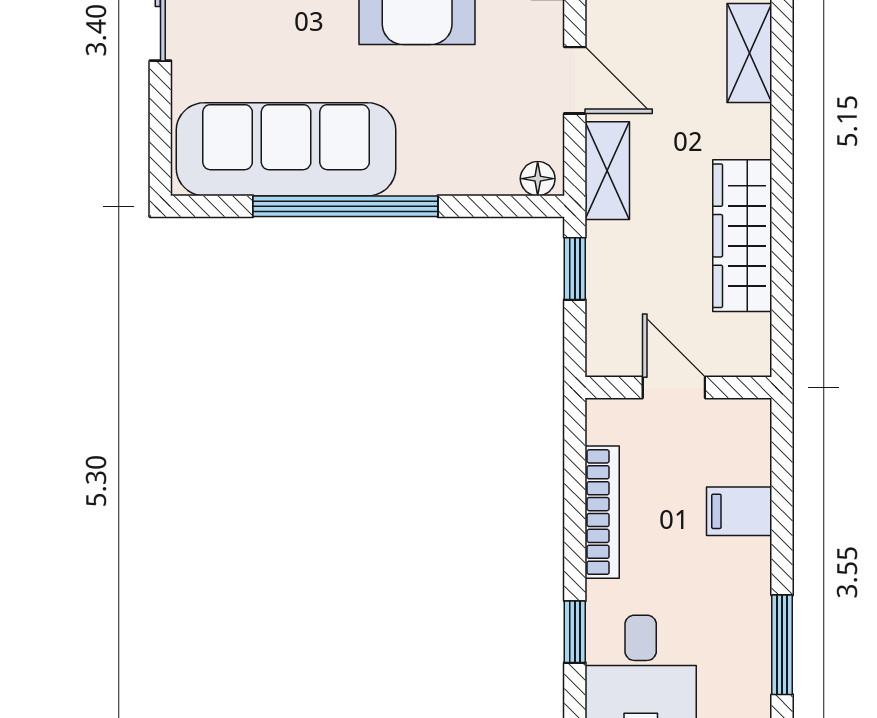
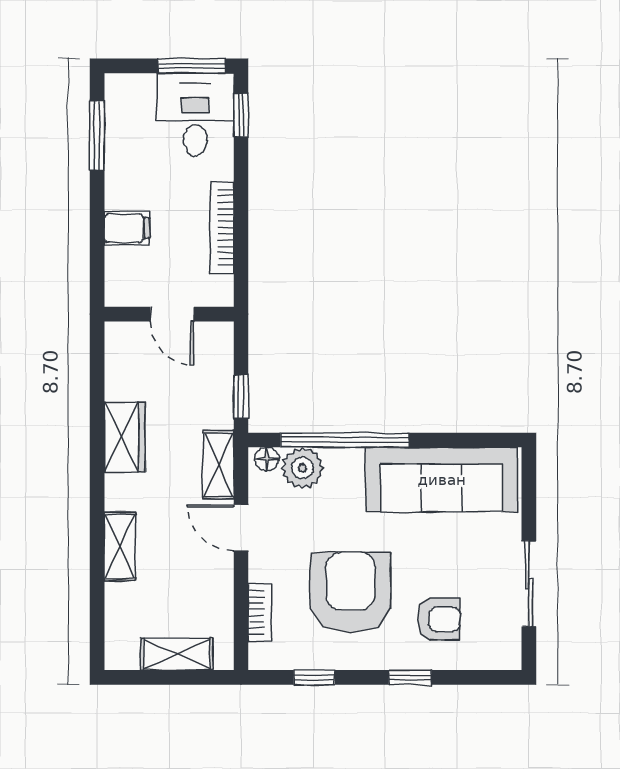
plant: (486, 166) -> (302, 468), added
window: (345, 206) -> (345, 440), moved
wardrobe: (742, 236) -> (125, 437), width x0.67
window: (575, 632) -> (241, 115), moved

